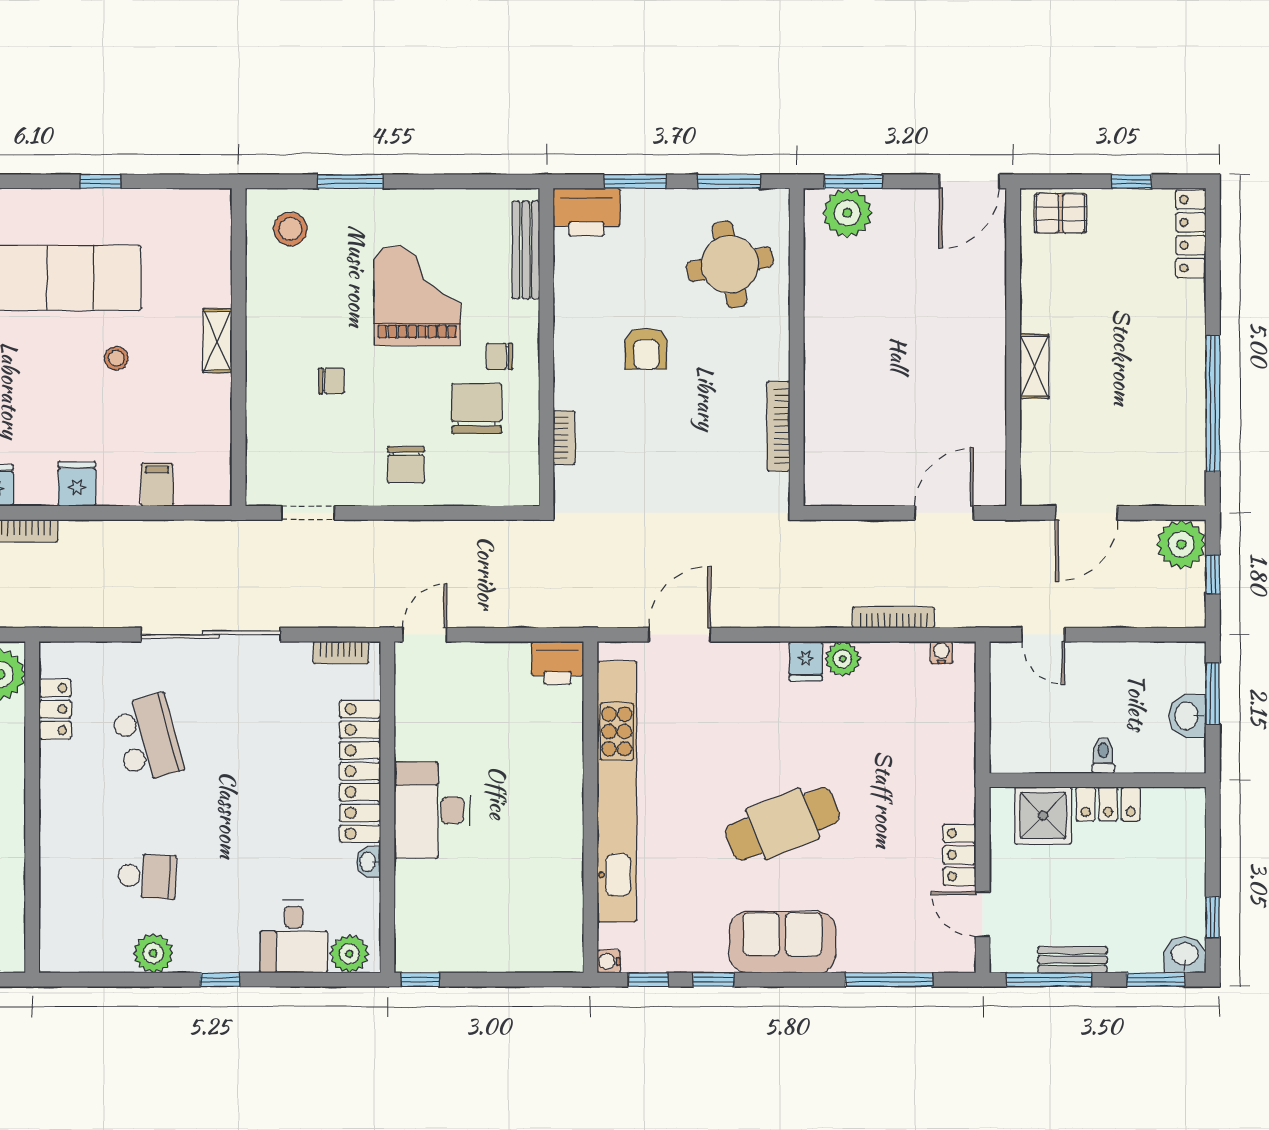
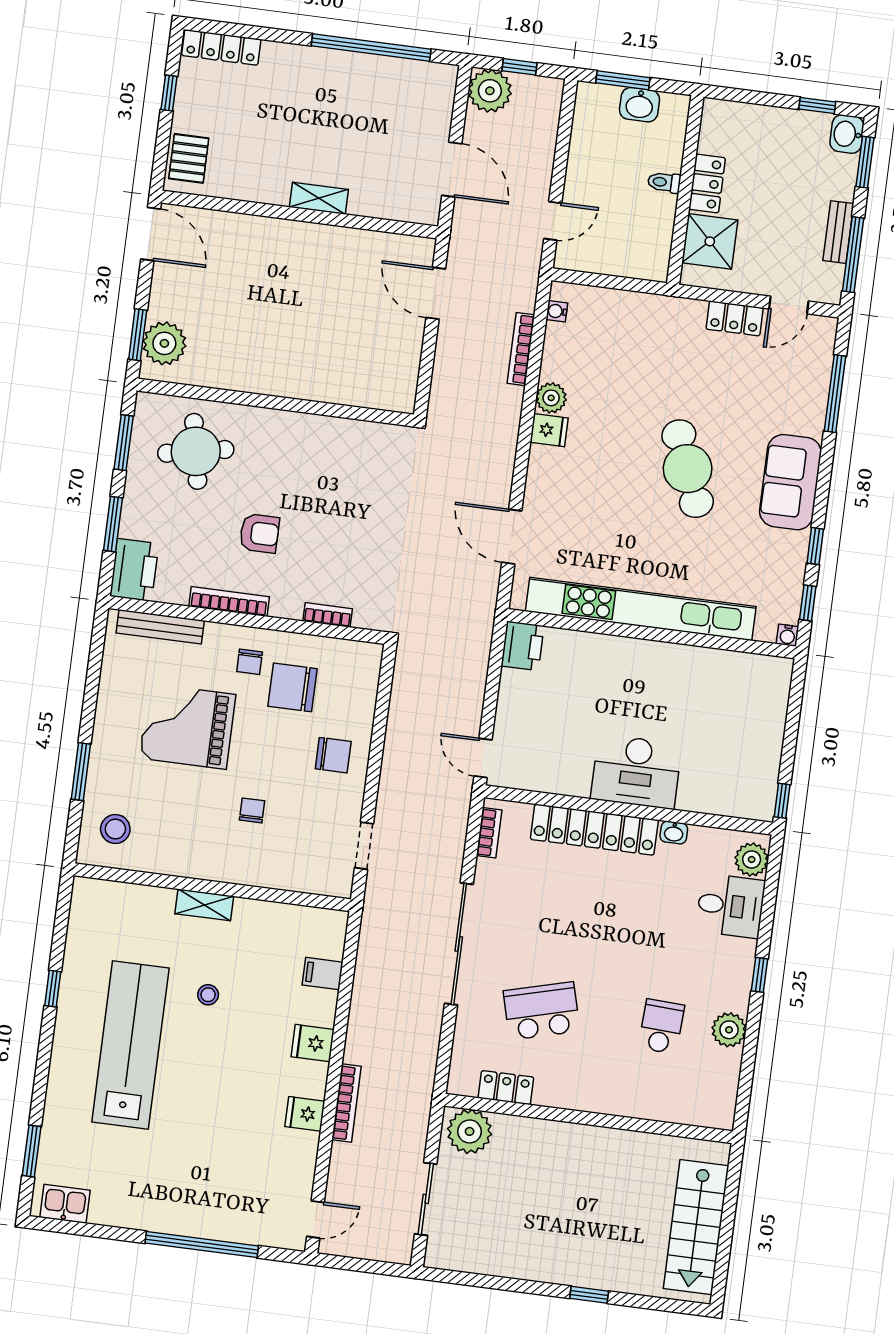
bookcase: (778, 426) -> (229, 602), moved, turned 180

